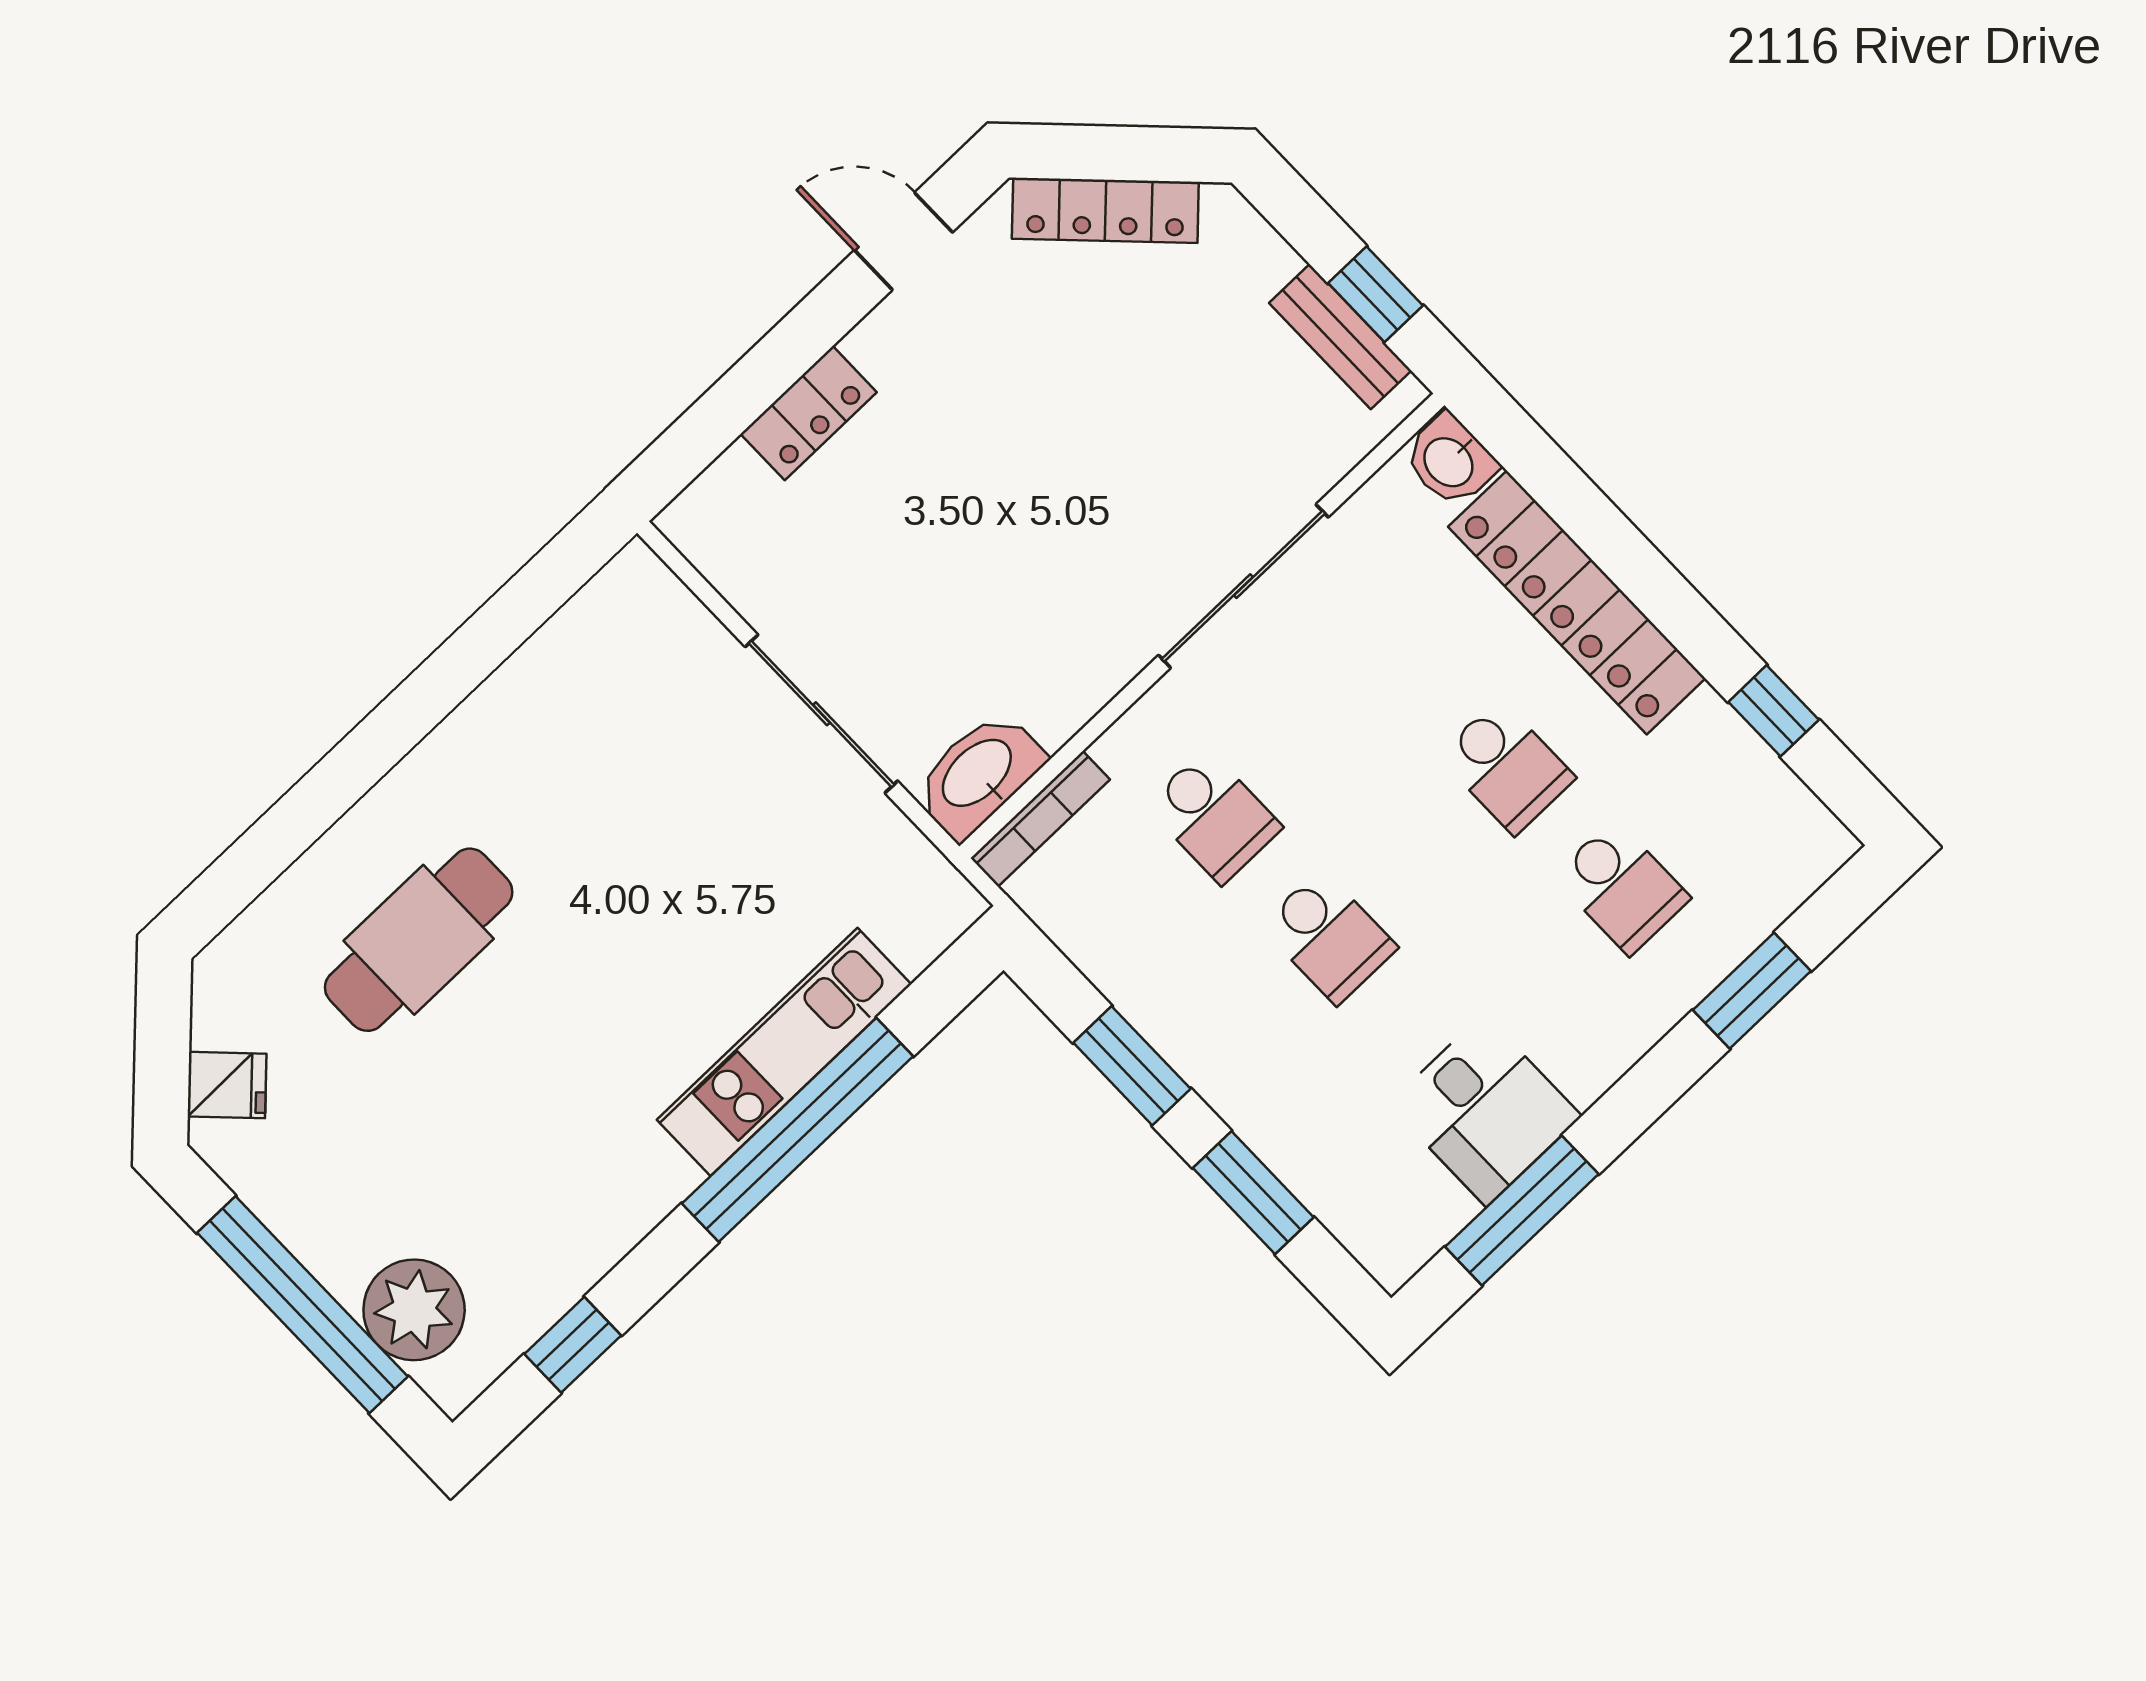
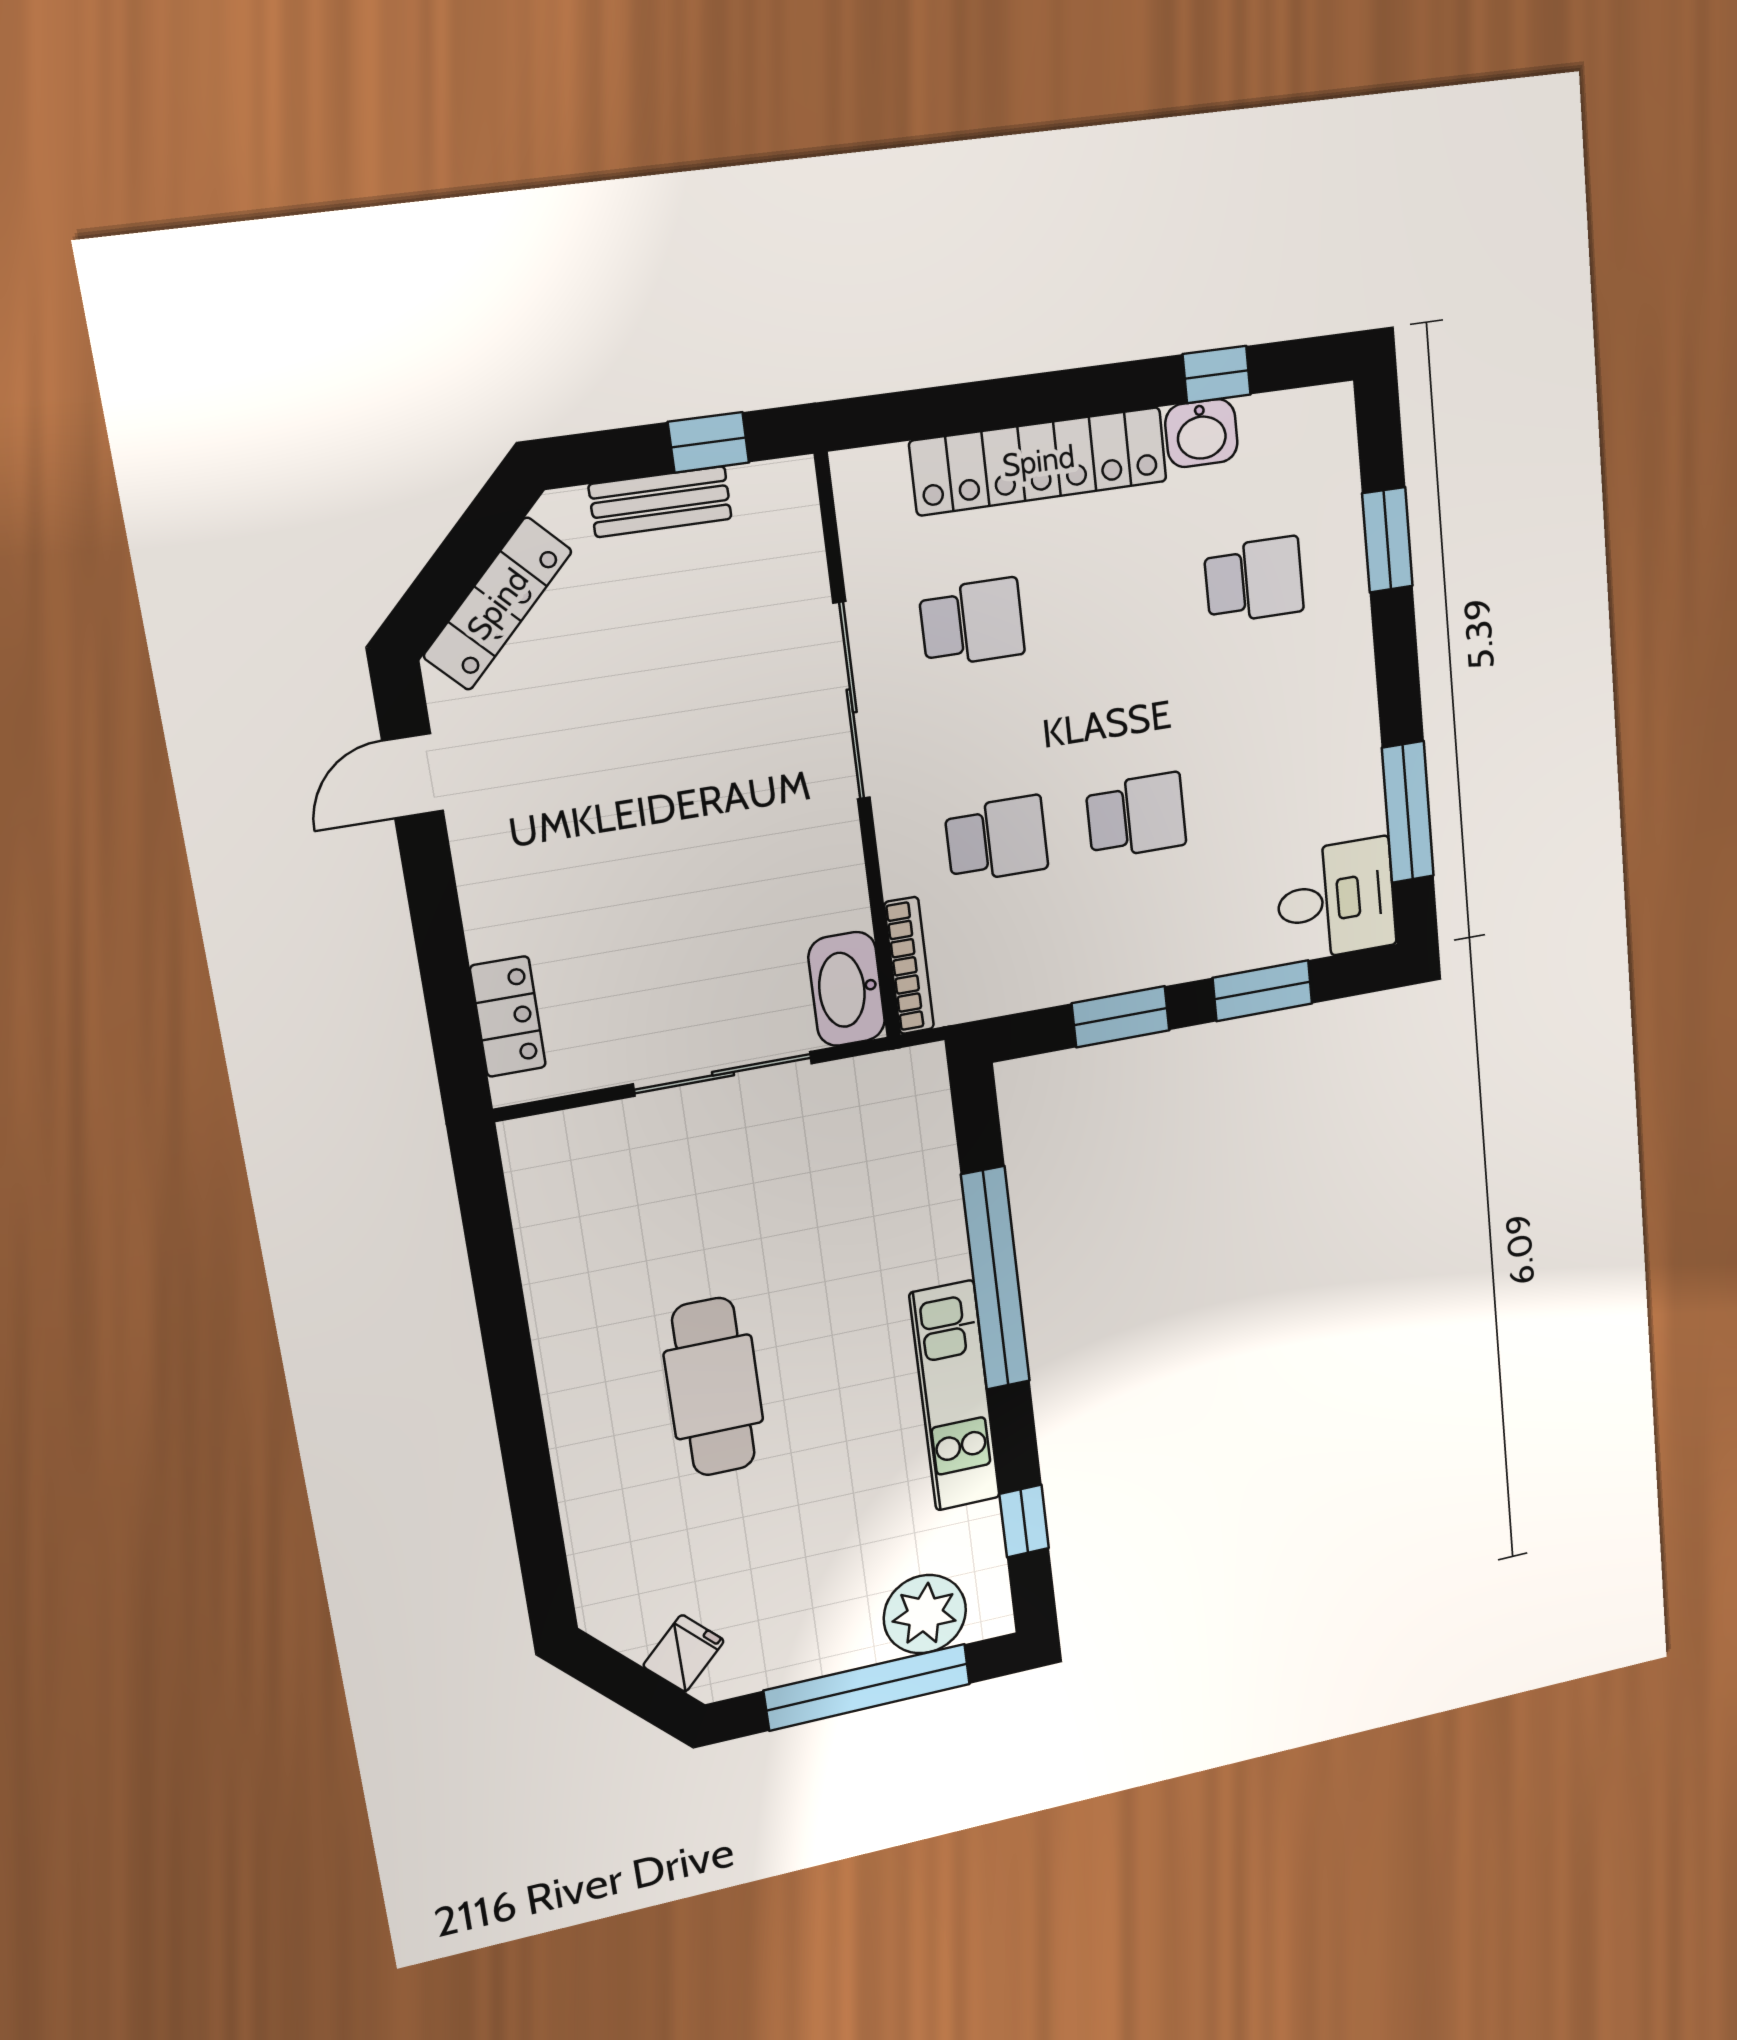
bench: (1340, 337) -> (660, 502), moved
locker: (809, 413) -> (508, 1017), moved
washbasin: (1450, 461) -> (1201, 433), moved
school desk: (1507, 767) -> (972, 622), moved
cafe table: (419, 940) -> (714, 1387), moved
kitchen unit: (784, 1052) -> (955, 1396), moved
desk: (1485, 1110) -> (1336, 900), moved

